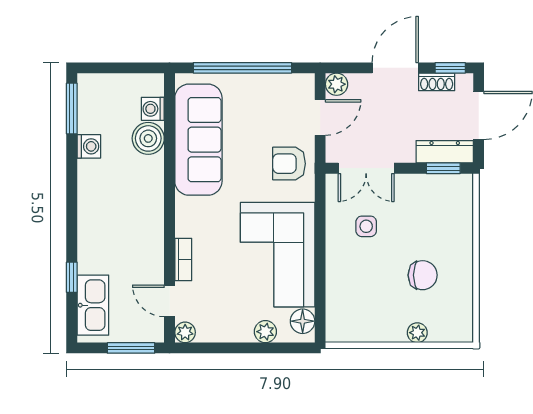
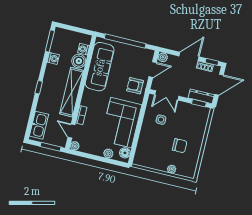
shelving: (149, 213) -> (72, 92), added
window: (72, 277) -> (39, 87), moved

